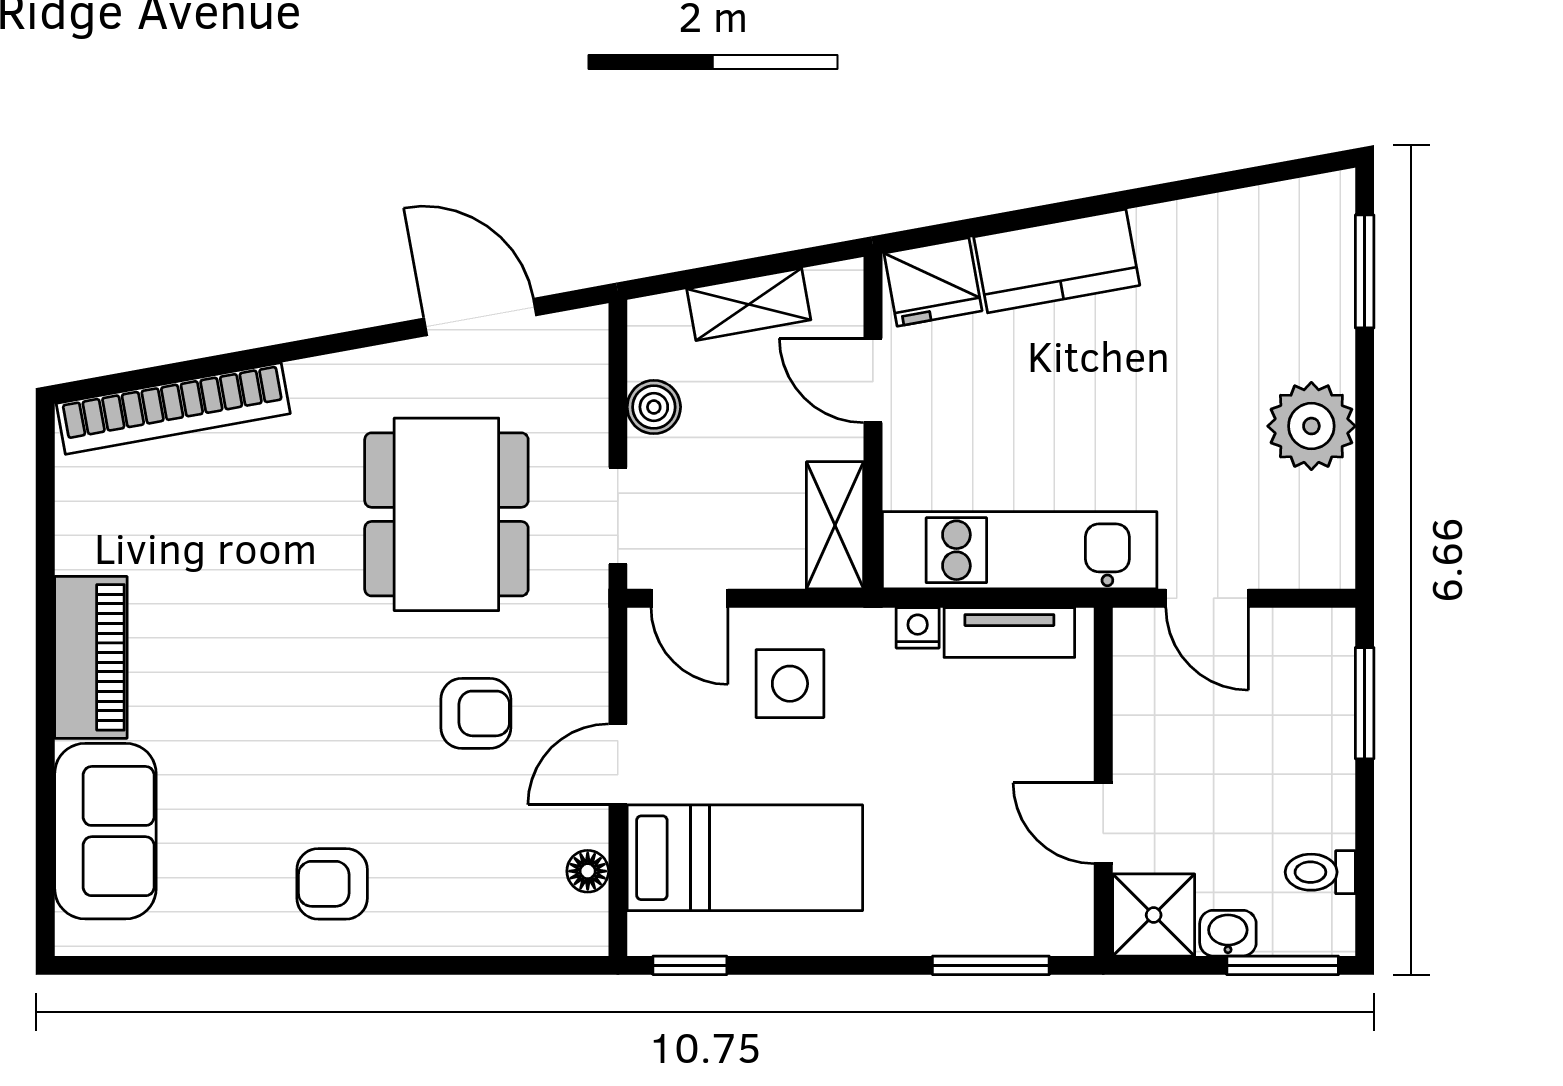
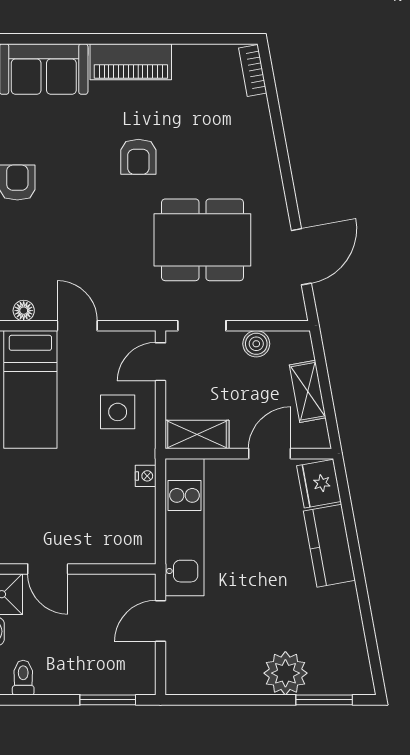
bookcase: (173, 408) -> (253, 70), width x0.43, depth x0.76
plant: (1311, 426) -> (285, 673), moved
tv unit: (1009, 632) -> (143, 522), removed
armchair: (476, 713) -> (138, 157), moved
door: (1103, 823) -> (48, 569), swing flipped

